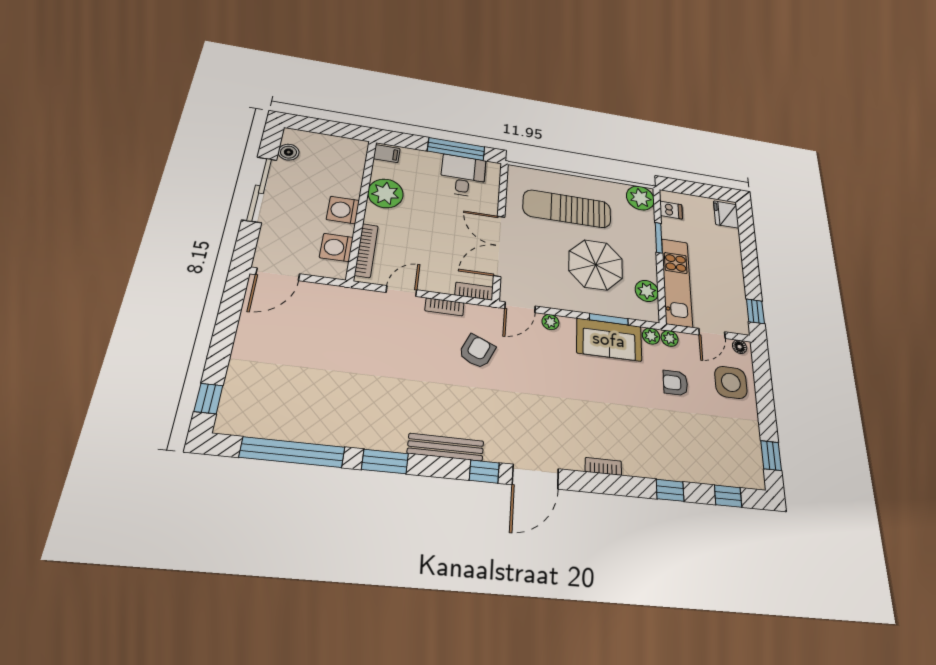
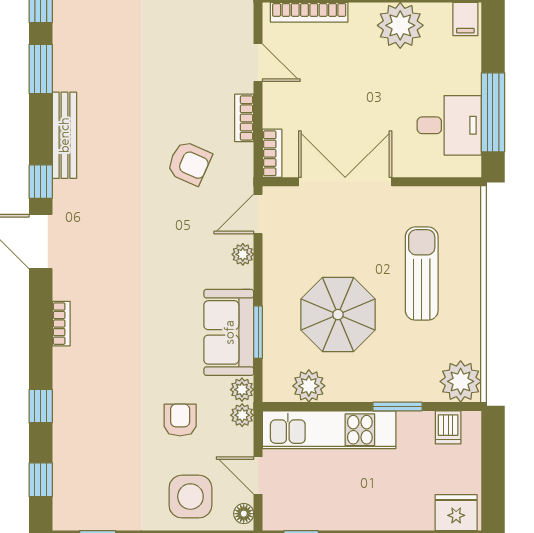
sun lounger: (567, 209) -> (422, 274), width x0.73, depth x0.75
door: (520, 307) -> (258, 214), hinge flipped

